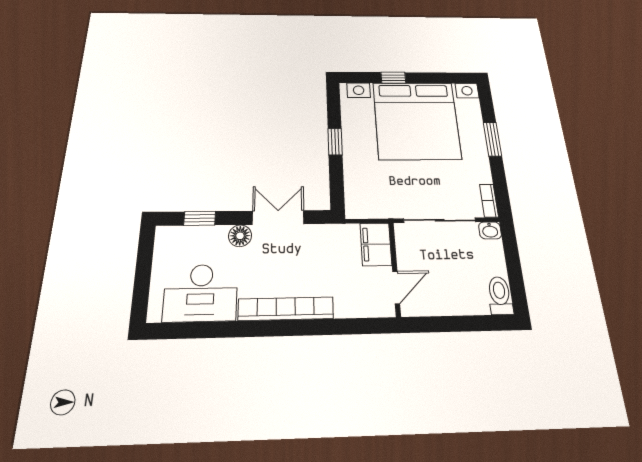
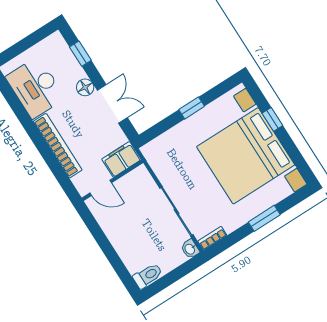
filing cabinet: (376, 244) -> (121, 159), moved
wall: (395, 268) -> (113, 180), moved
door: (396, 287) -> (101, 188), moved

